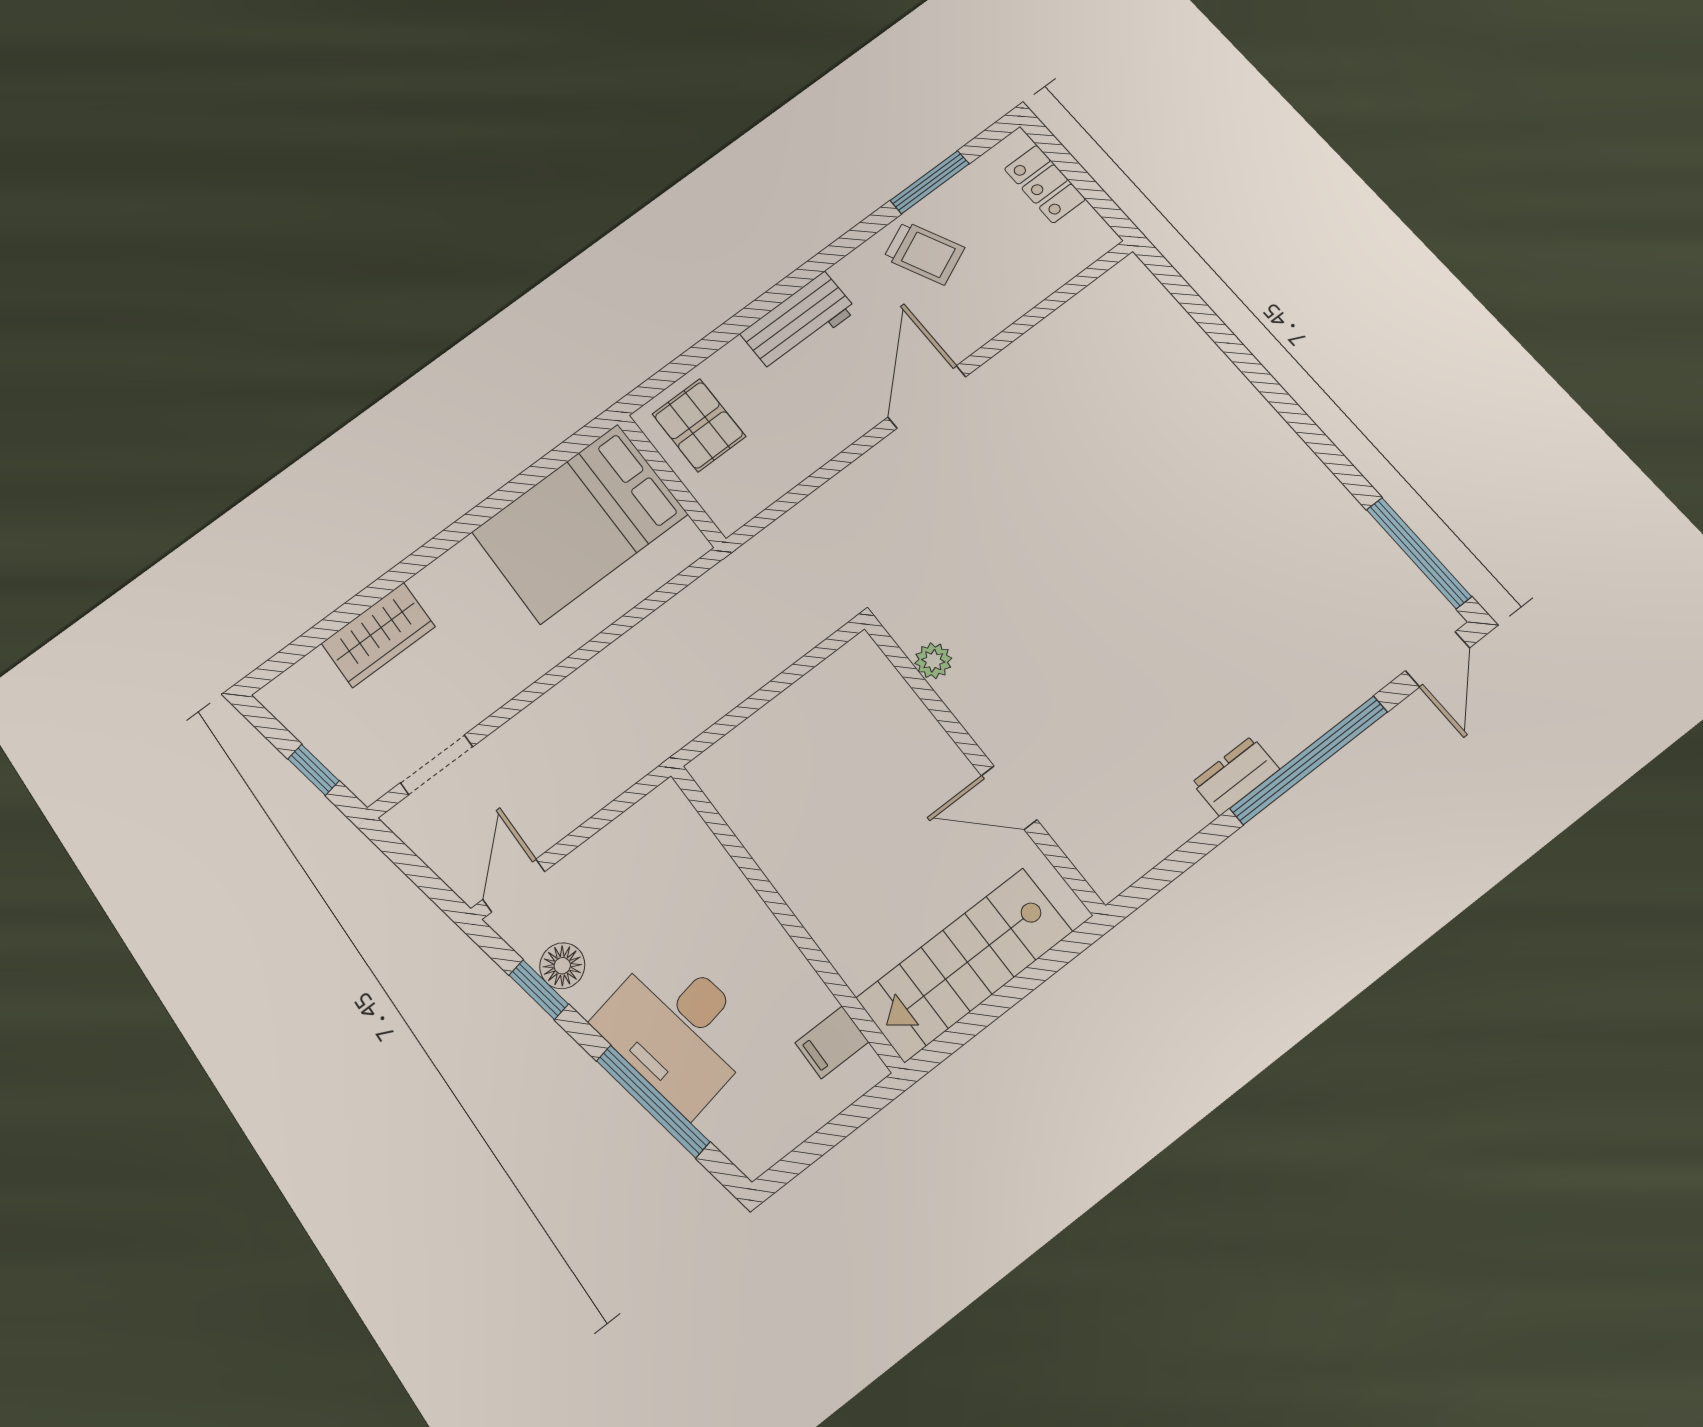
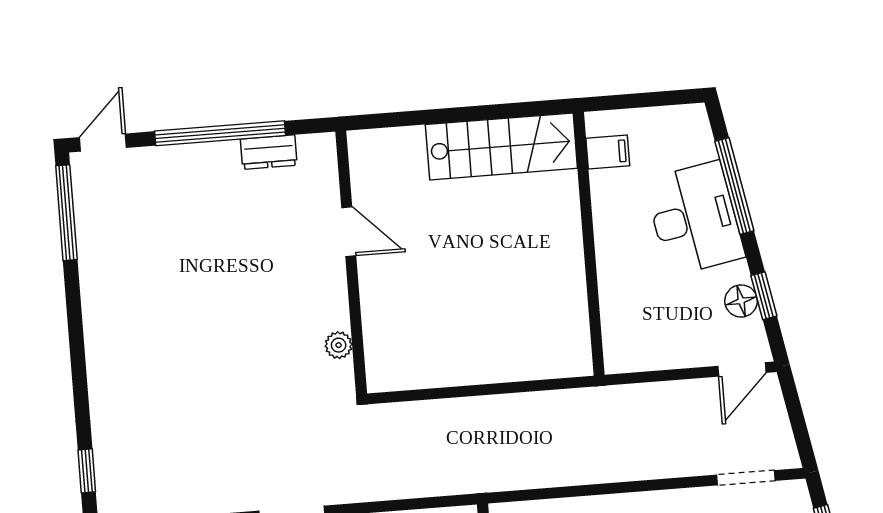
window: (1185, 295) -> (87, 471), added
plant: (933, 661) -> (339, 345), moved
wall: (982, 764) -> (351, 262), moved
door: (1009, 798) -> (349, 232), moved

